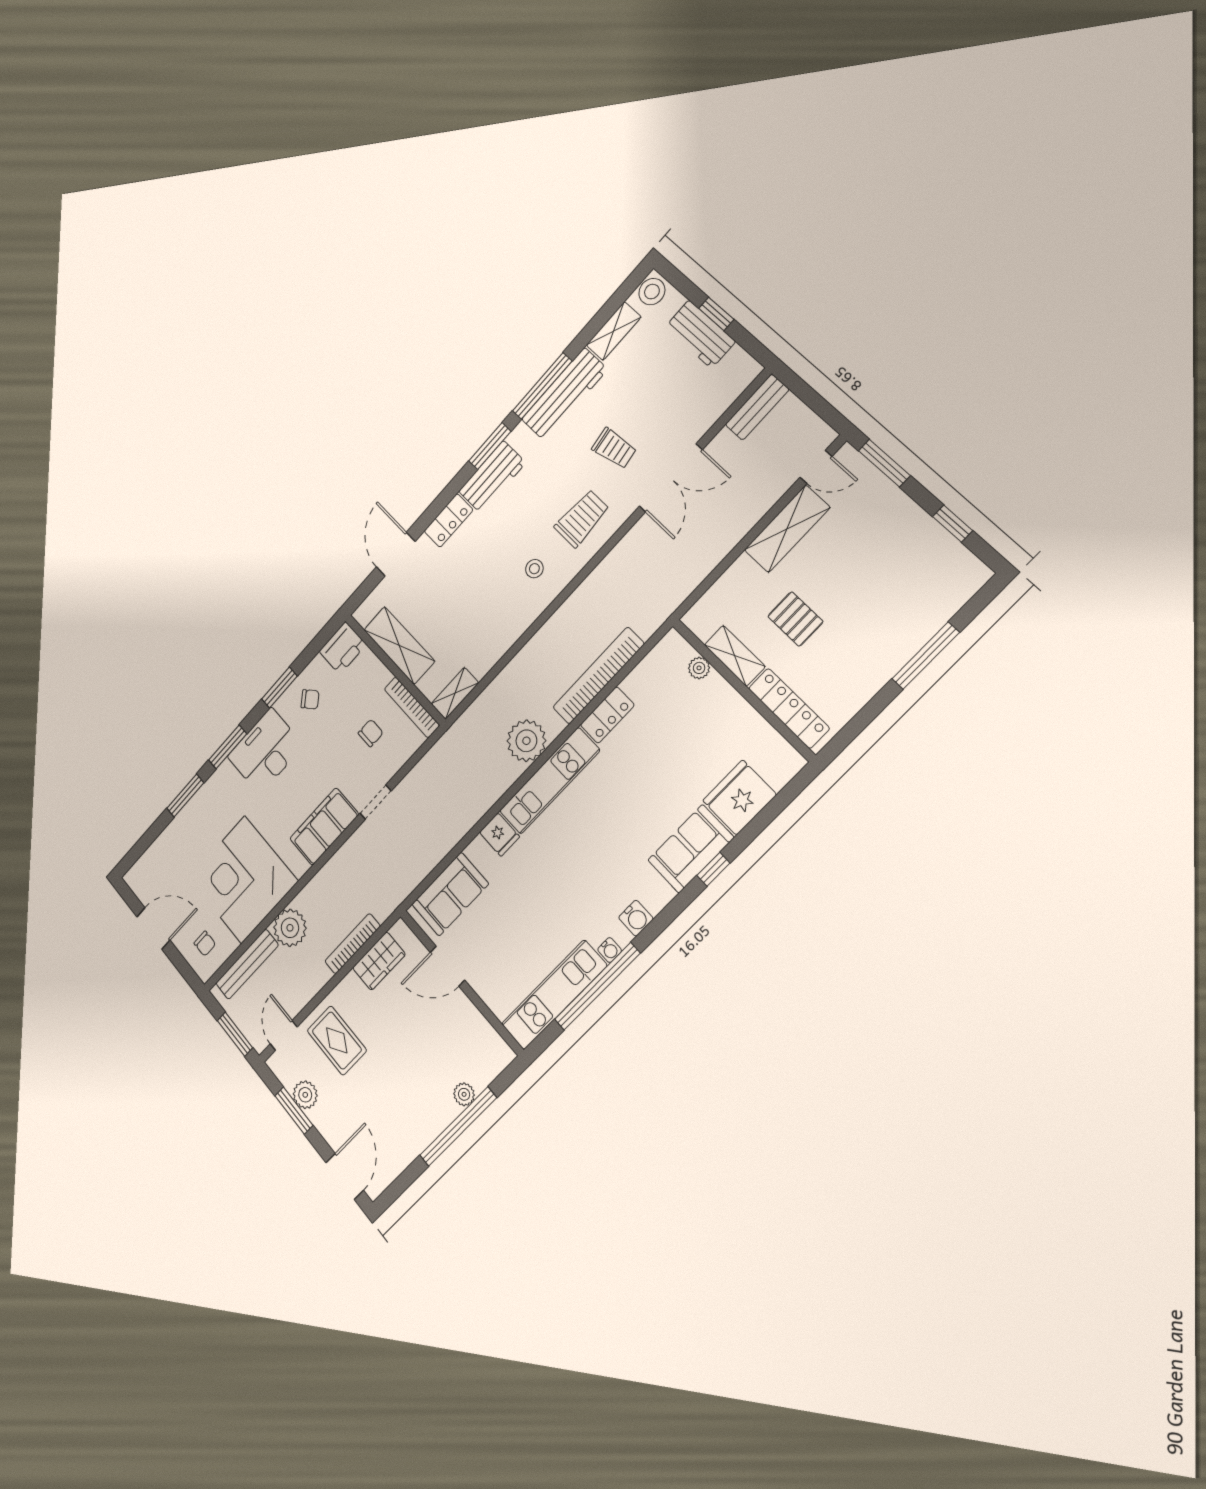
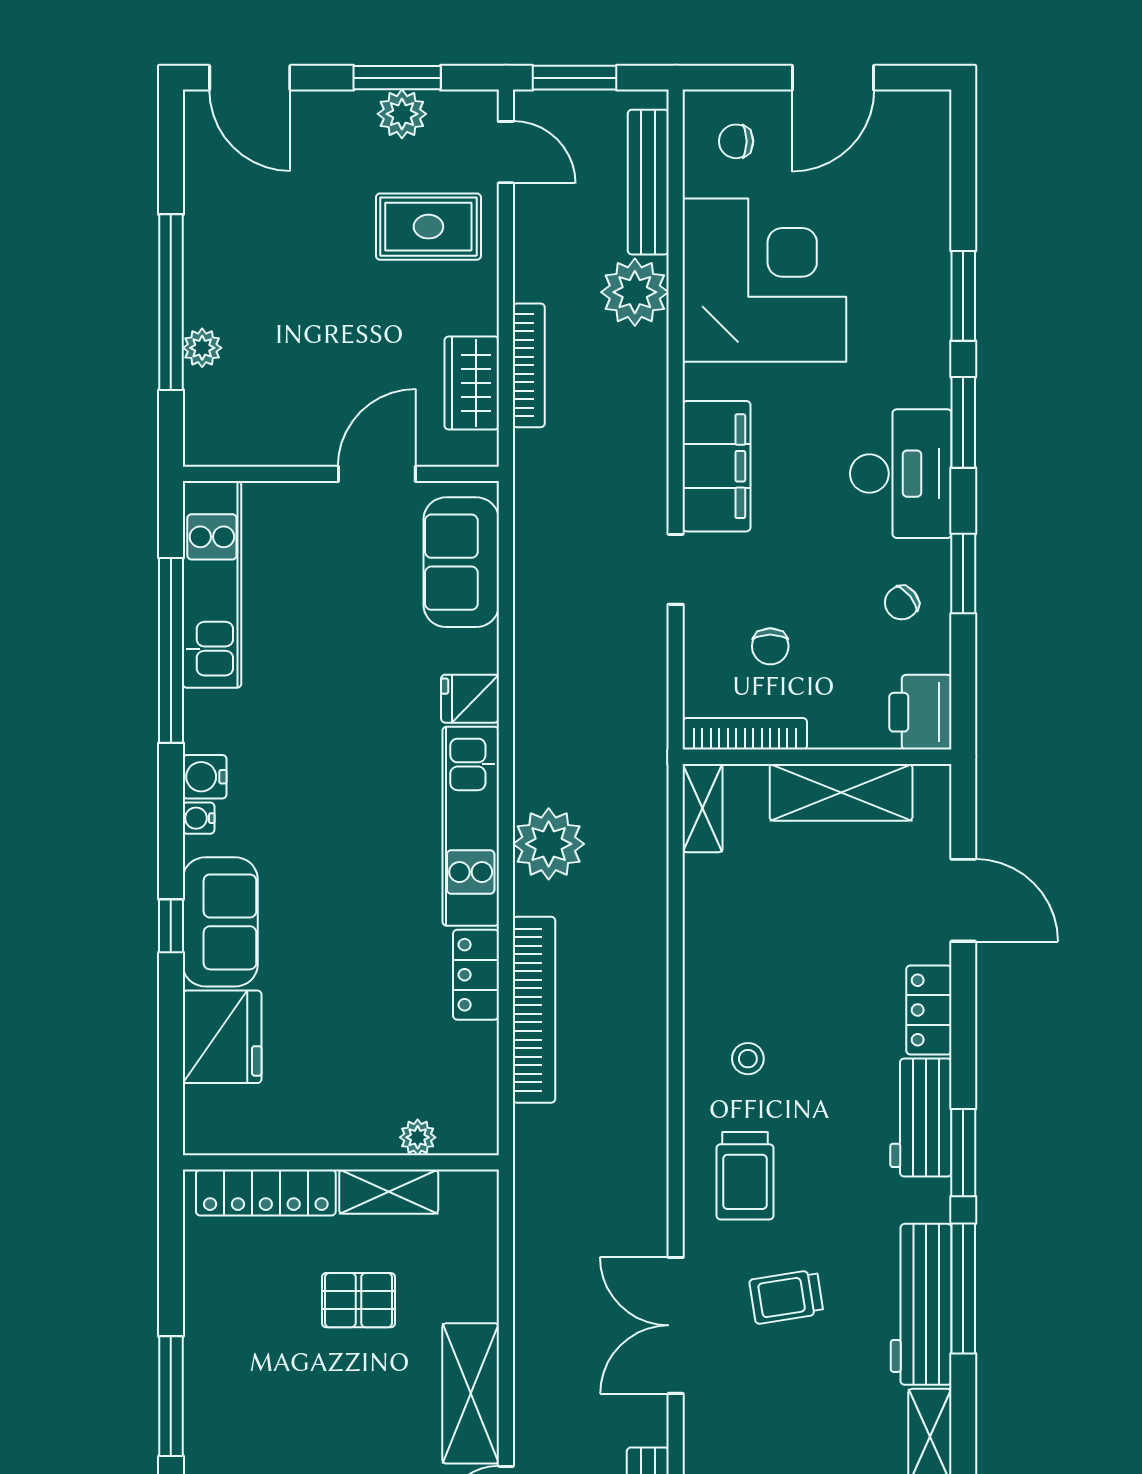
water cooler: (610, 950) -> (199, 818), moved

